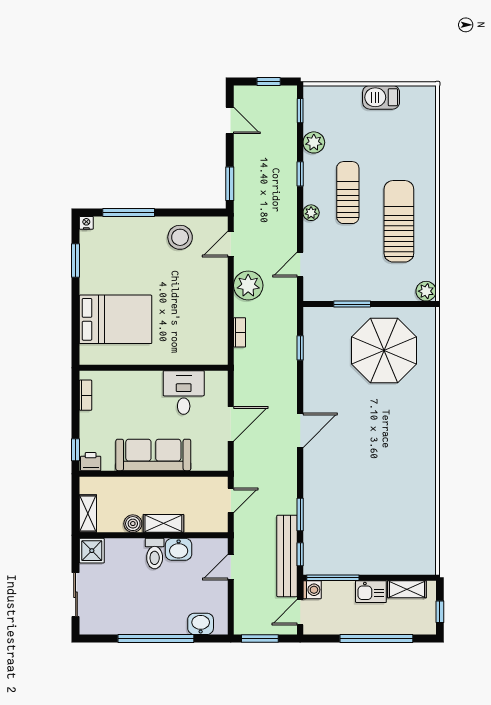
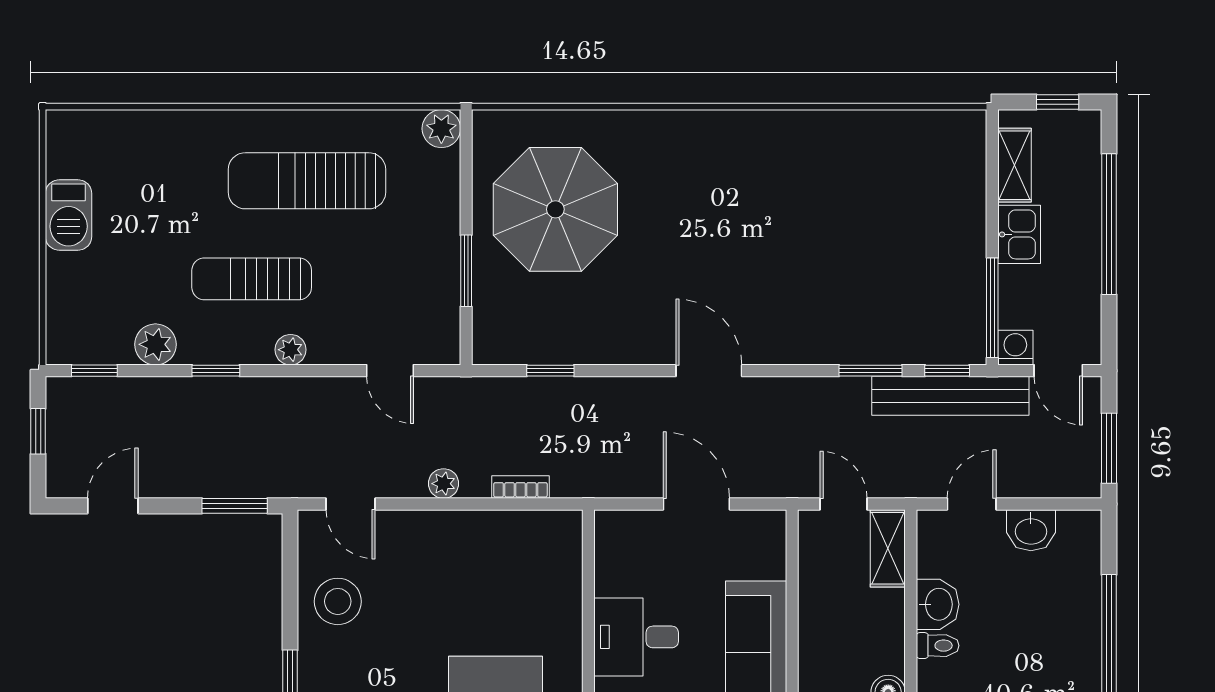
plant: (248, 285) -> (443, 484), width x0.53, depth x0.53
desk: (184, 392) -> (636, 637), moved
shelving: (163, 523) -> (888, 548), moved
toilet: (155, 554) -> (938, 646), width x0.73, depth x0.72
door: (231, 567) -> (972, 504), swing flipped
washbasin: (201, 624) -> (1031, 530), moved, turned -90

